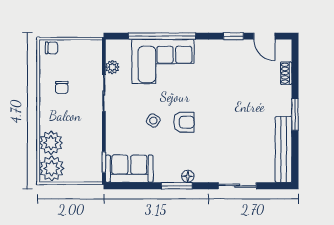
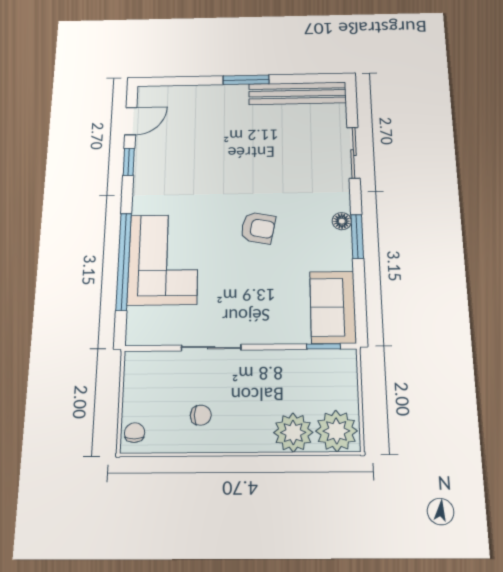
plant: (112, 67) -> (170, 335), removed
shoe rack: (286, 73) -> (186, 92), removed
side table: (153, 121) -> (255, 272), removed
armchair: (184, 122) -> (258, 228), turned 101

